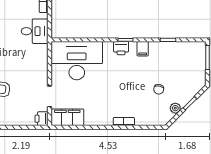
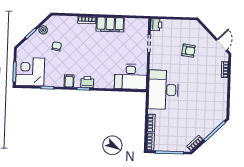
desk: (35, 31) -> (163, 90), width x1.87, depth x1.30
corner desk: (189, 58) -> (30, 72), added
desk: (77, 61) -> (131, 77), width x0.73, depth x0.77
filing cabinet: (67, 117) -> (110, 24), moved

